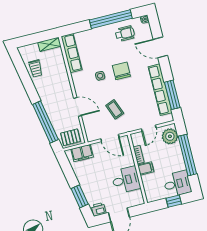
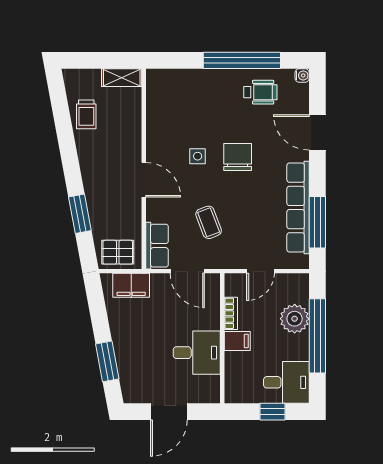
row of seats: (72, 53) -> (157, 246), moved, width x0.68
door: (78, 107) -> (144, 180), moved
window: (45, 122) -> (80, 214), width x0.47
plant: (170, 136) -> (295, 319), moved
printer: (99, 209) -> (135, 393), removed

